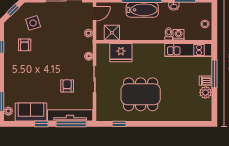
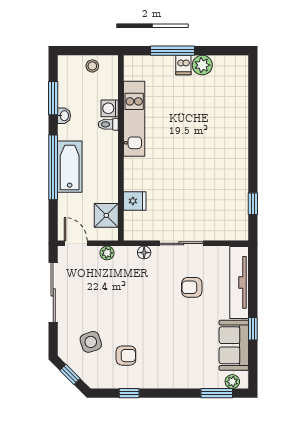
kitchen unit: (188, 50) -> (134, 119), moved
fridge: (121, 53) -> (135, 201), width x0.53, depth x0.75
dining table: (141, 94) -> (205, 169), removed
window: (71, 124) -> (253, 281), removed

